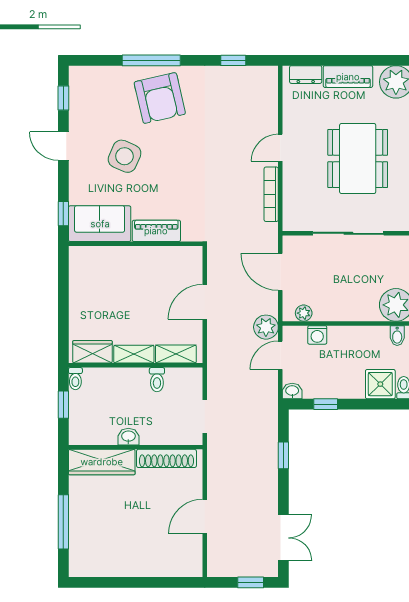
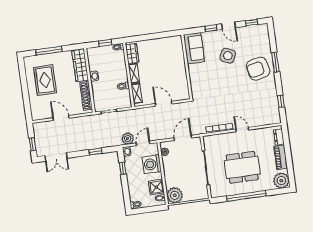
window: (151, 60) -> (275, 62), width x0.69
door: (63, 146) -> (229, 26), swing flipped
window: (63, 214) -> (211, 28), moved
piano: (156, 231) -> (194, 76), removed
plant: (266, 327) -> (128, 139), moved
washing machine: (317, 335) -> (152, 164), width x1.89, depth x1.89
door: (280, 355) -> (143, 143), hinge flipped
shower: (380, 384) -> (156, 187), moved
rug: (122, 538) -> (45, 80), added

